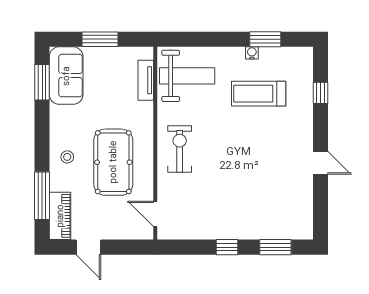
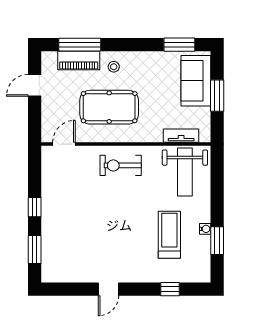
sofa: (66, 76) -> (196, 81), moved, turned 90
exercise bike: (180, 149) -> (121, 165), turned 180
piano: (60, 216) -> (79, 60), moved

